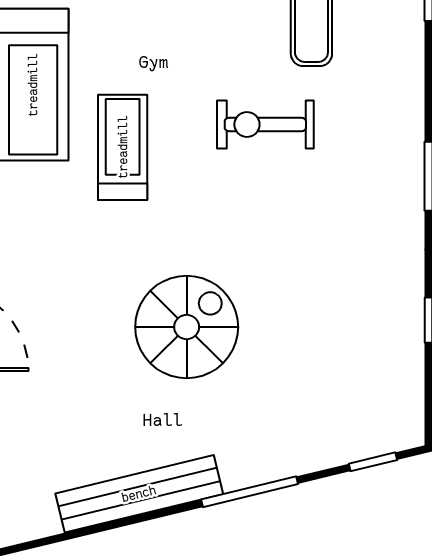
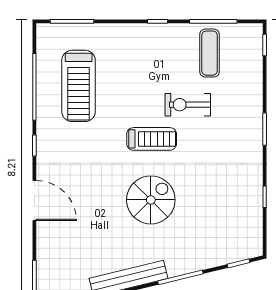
treadmill: (123, 147) -> (152, 139), moved, turned 90

